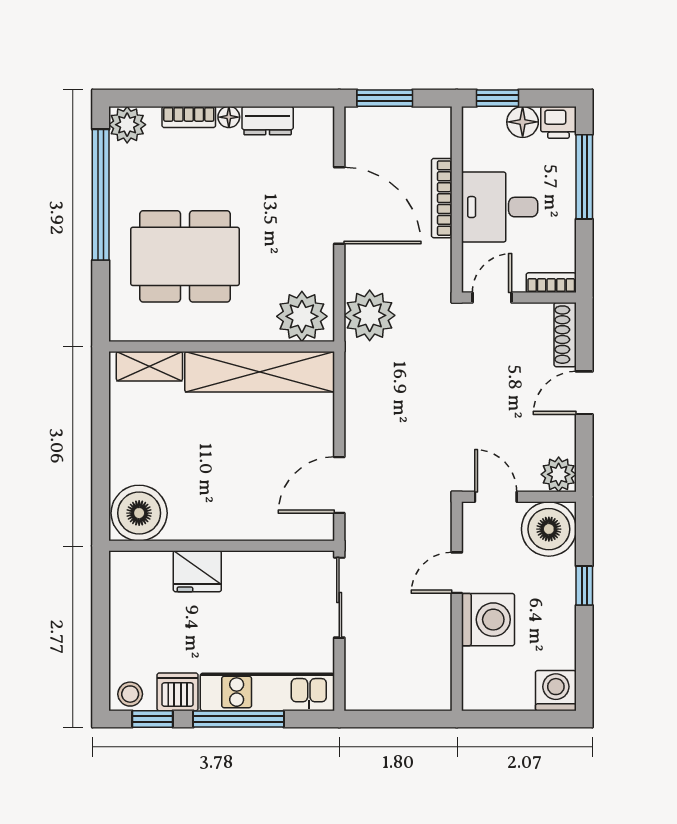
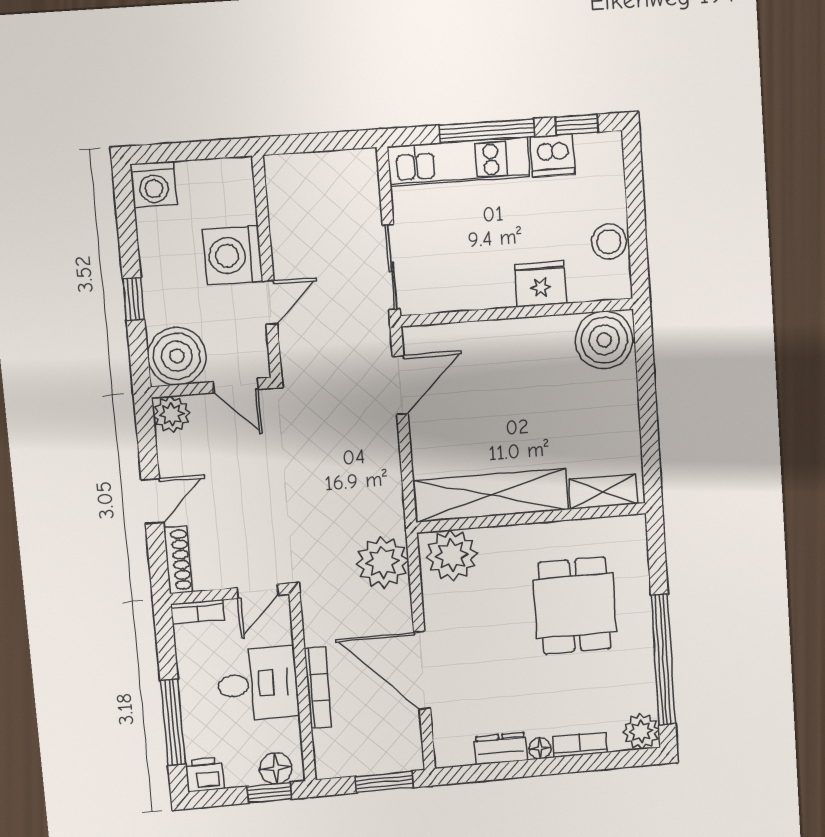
floor lamp: (523, 122) -> (276, 768), moved
dining table: (185, 256) -> (575, 606), width x0.73
stool: (130, 694) -> (609, 242), moved, width x1.37, depth x1.37

